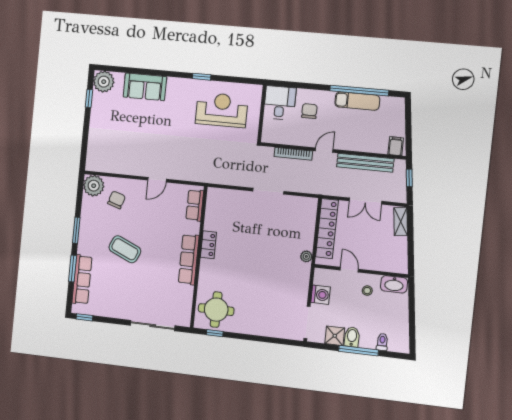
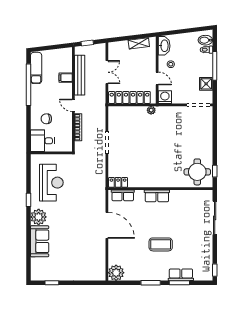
plant: (104, 82) -> (39, 217), moved
exam couch: (357, 101) -> (36, 68), moved
reception desk: (222, 110) -> (51, 183), turned 180
filing cabinet: (396, 146) -> (66, 78), moved
door: (157, 180) -> (107, 225), width x1.87
chair: (117, 200) -> (125, 254), removed
shelving: (401, 222) -> (139, 43), moved
locker: (208, 245) -> (118, 182), moved
coffee table: (125, 249) -> (161, 244), turned 66
row of seats: (189, 259) -> (157, 196), width x0.68
door: (349, 270) -> (157, 79), swing flipped
row of seats: (82, 280) -> (181, 275), width x0.68
washing machine: (321, 295) -> (165, 97), moved
bidet: (352, 337) -> (205, 40), moved

